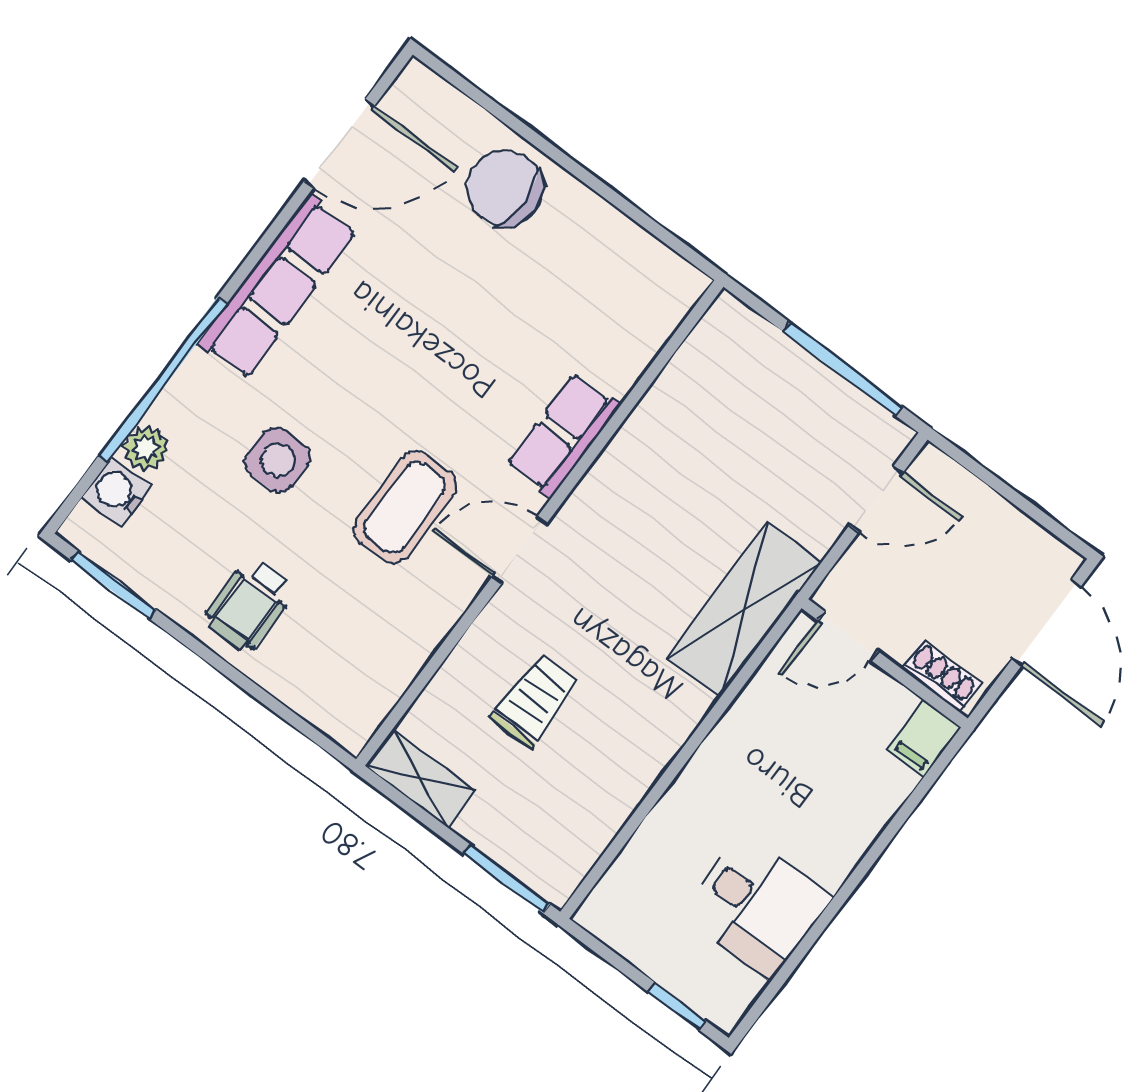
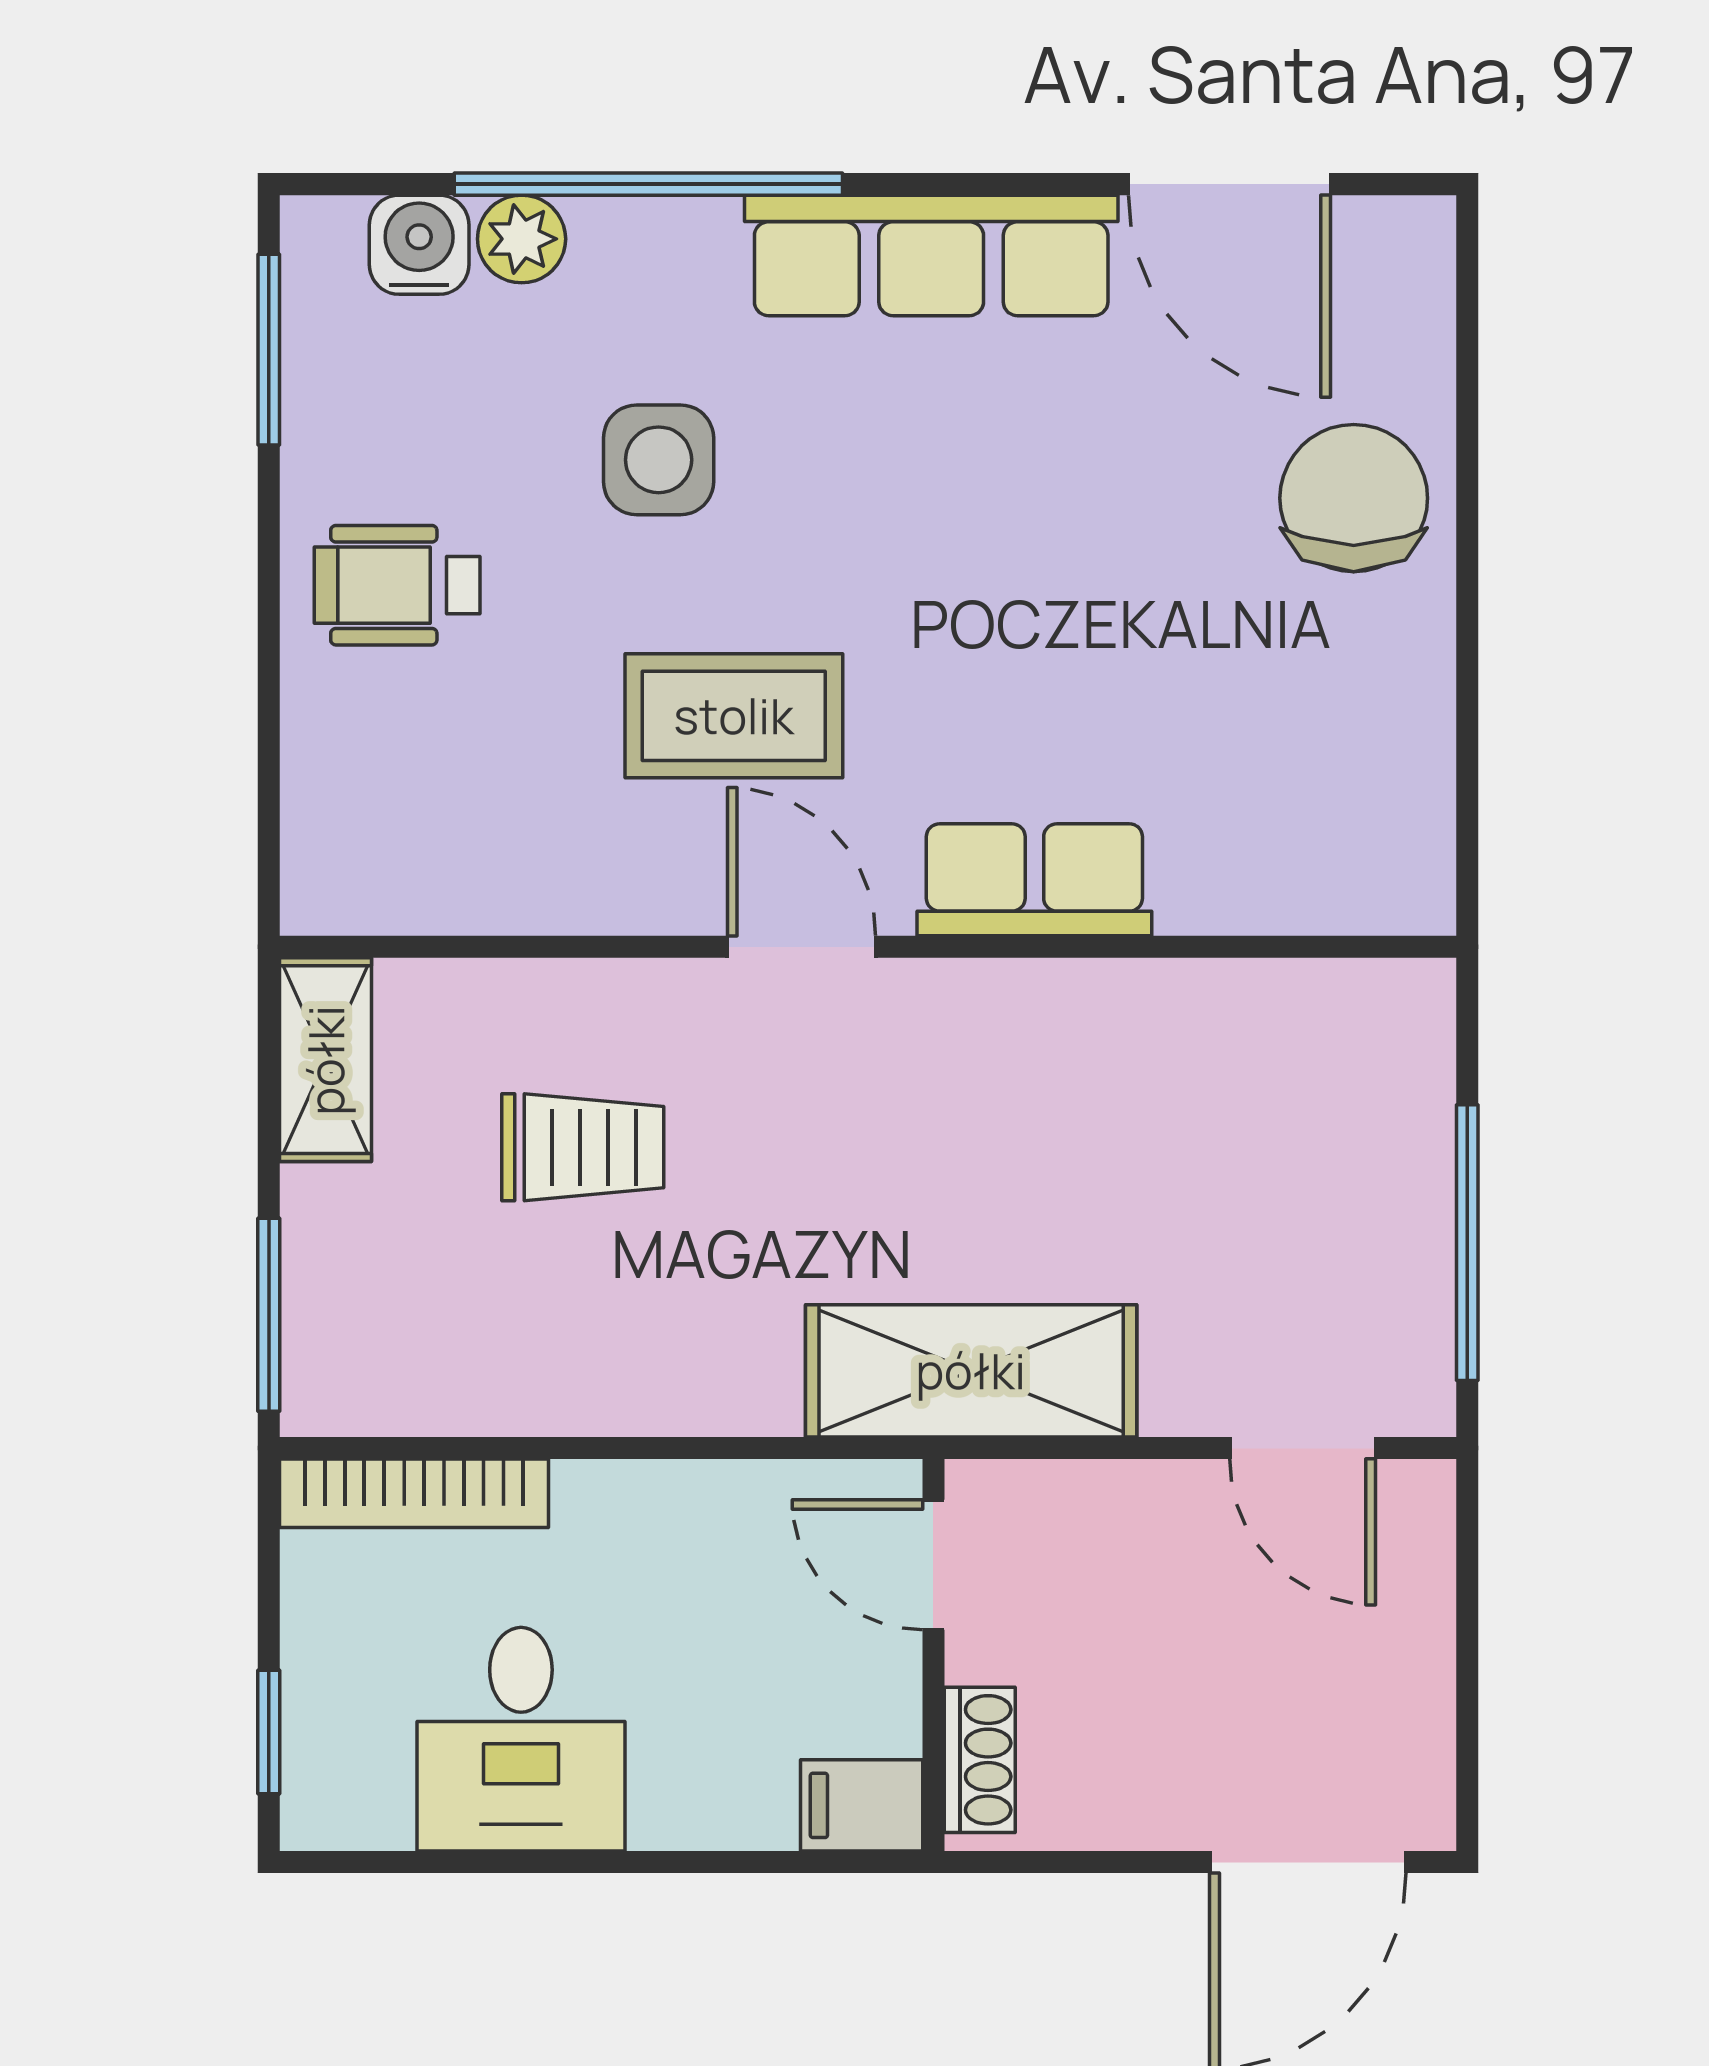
door: (848, 636) -> (933, 1565), moved
wall: (885, 663) -> (933, 1655), moved
shoe rack: (941, 676) -> (980, 1760), moved
filing cabinet: (924, 738) -> (862, 1805), moved
bookcase: (624, 874) -> (414, 1493), added

